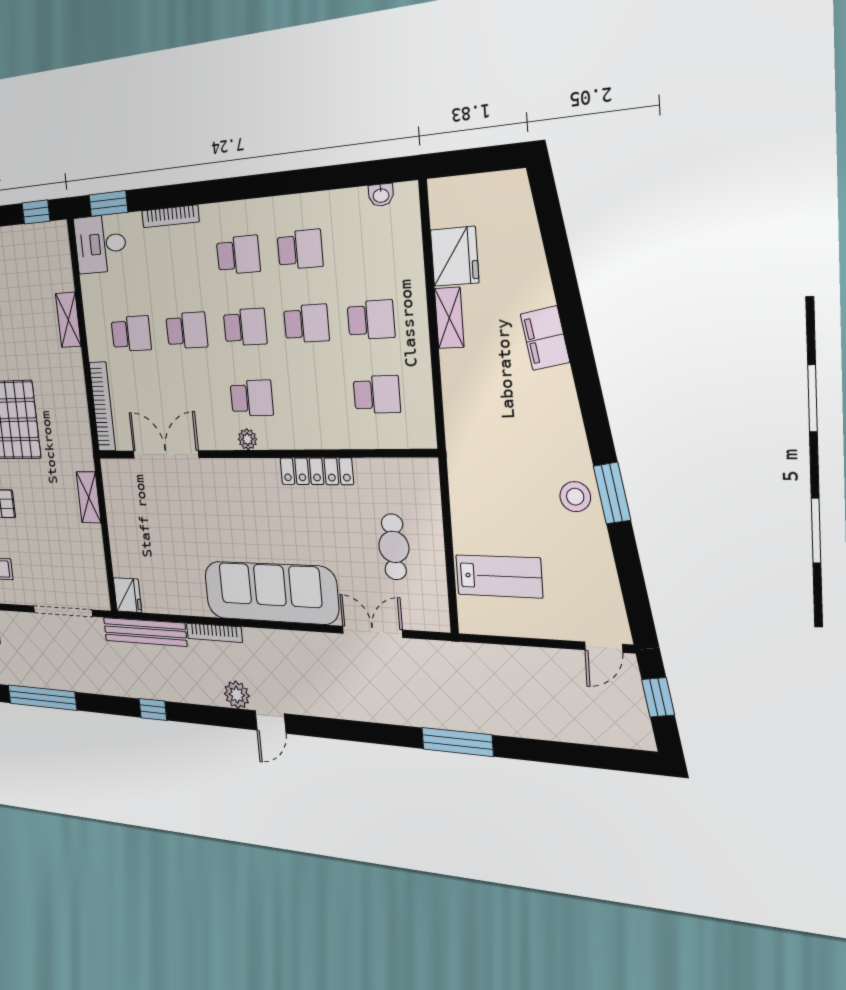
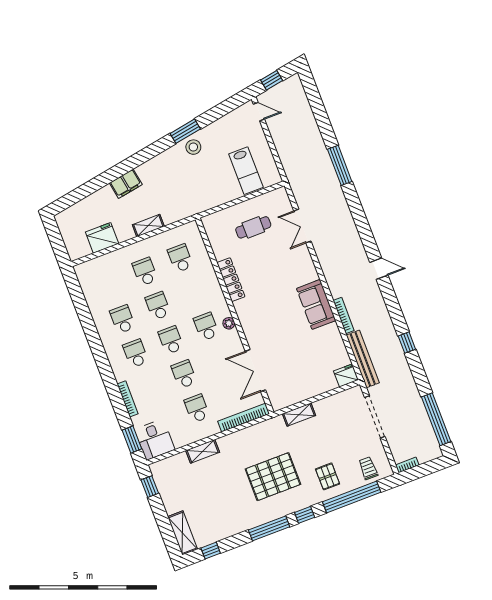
washbasin: (381, 195) -> (84, 283), removed
shelving: (449, 318) -> (148, 226), moved
lab bench: (499, 576) -> (246, 171), turned 180
sofa: (270, 593) -> (316, 304), width x0.54, depth x0.79
plant: (237, 695) -> (373, 293), removed

